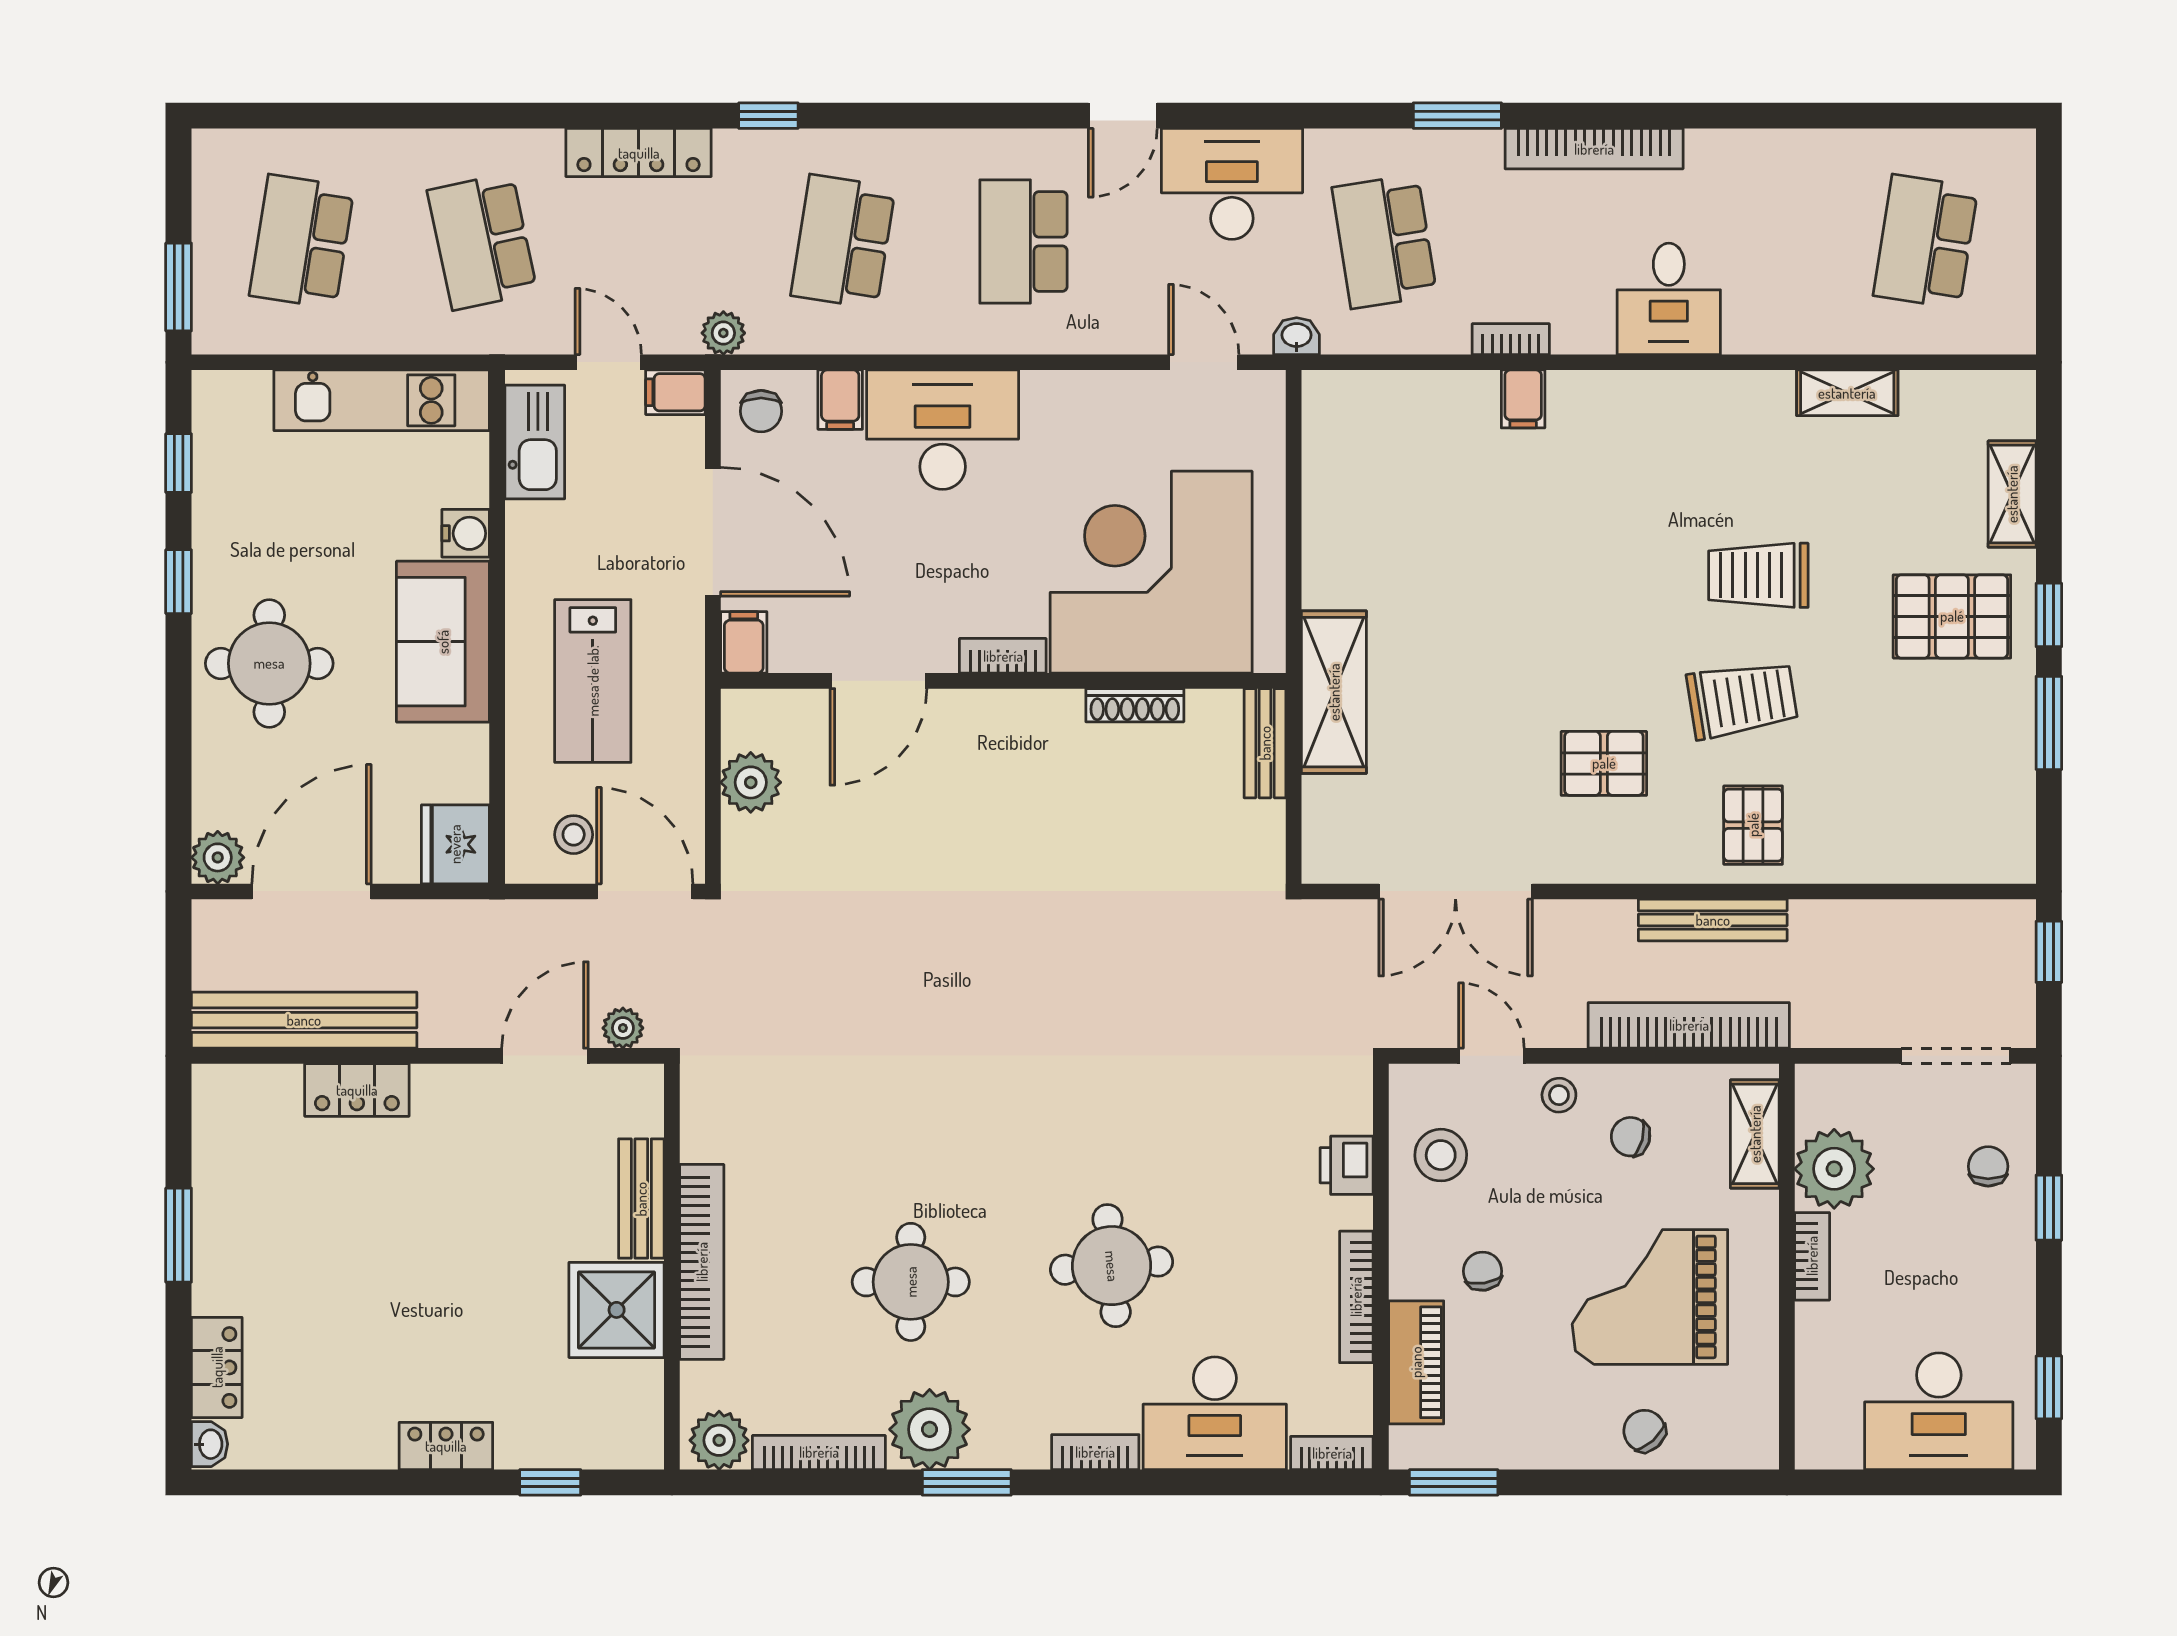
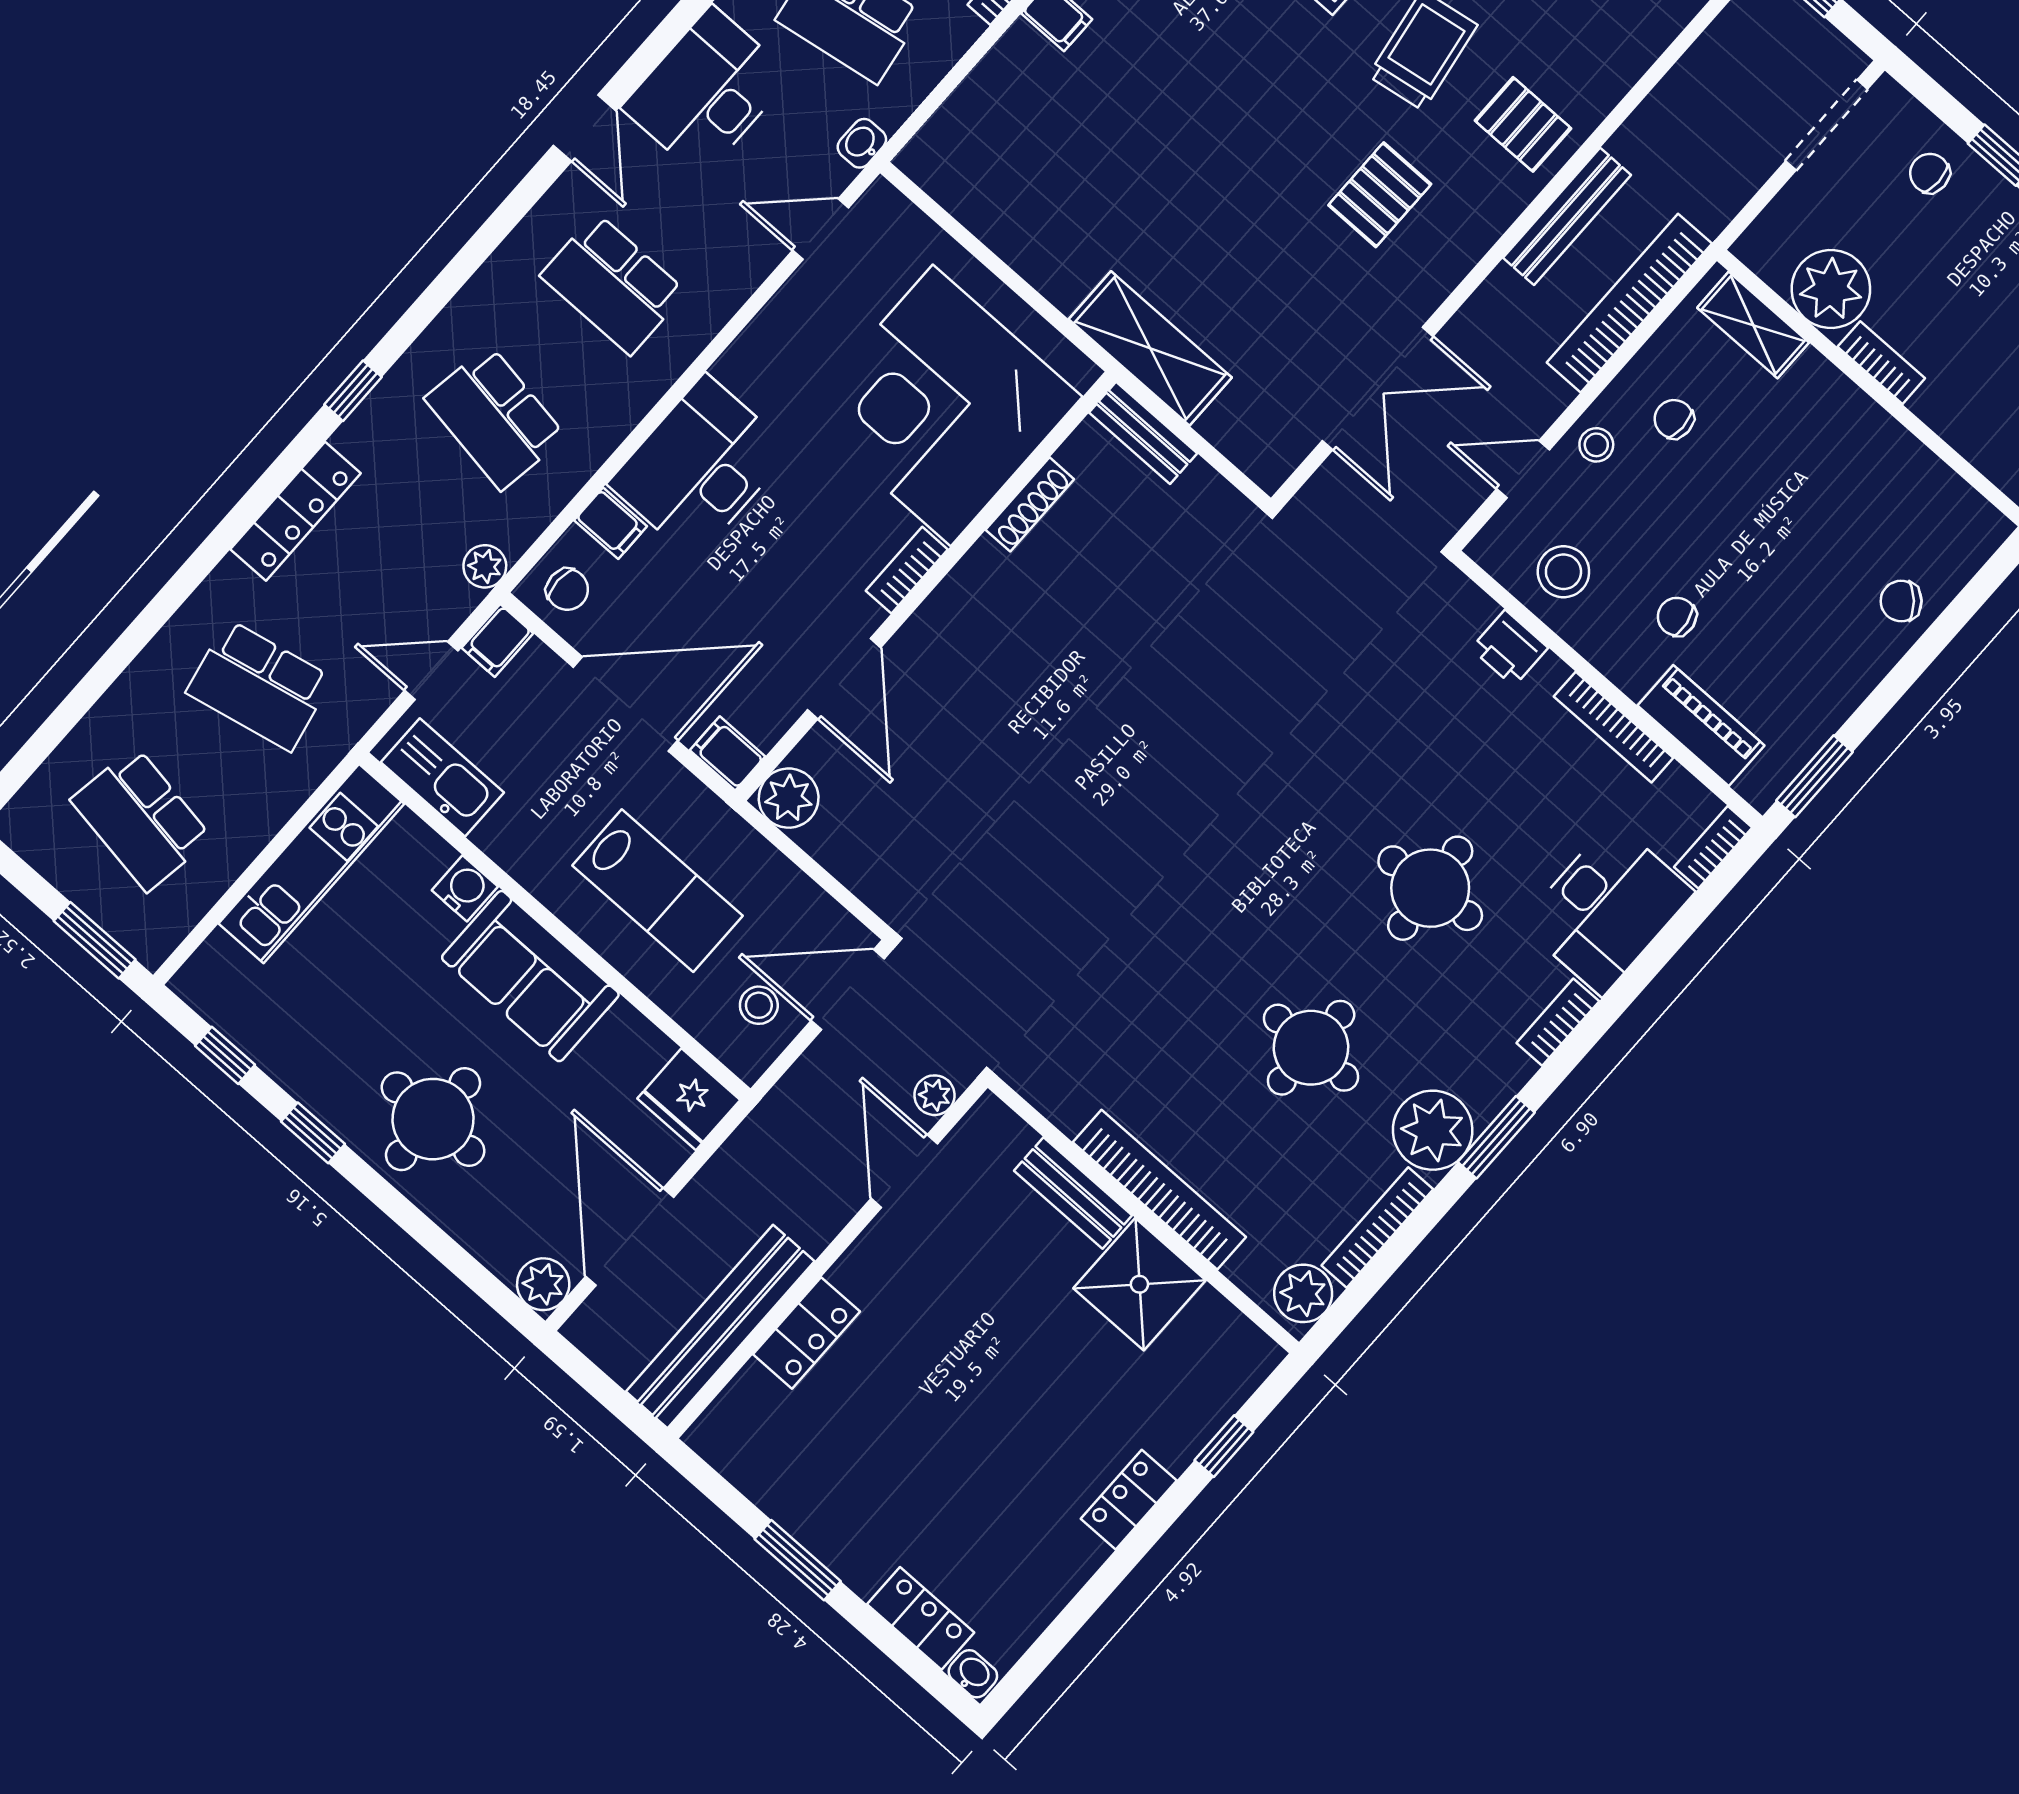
plant: (751, 782) -> (789, 798), moved
chair: (1631, 1137) -> (1674, 419), turned 75
grand piano: (1650, 1297) -> (1805, 509), removed

